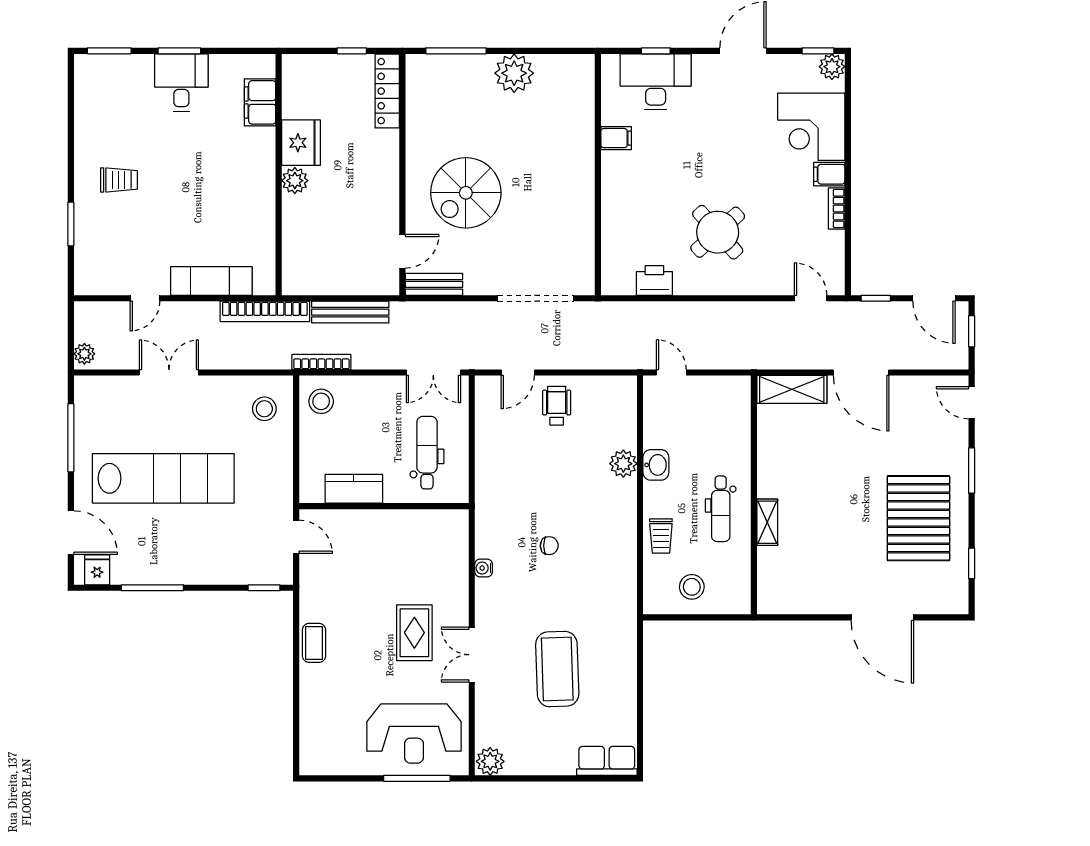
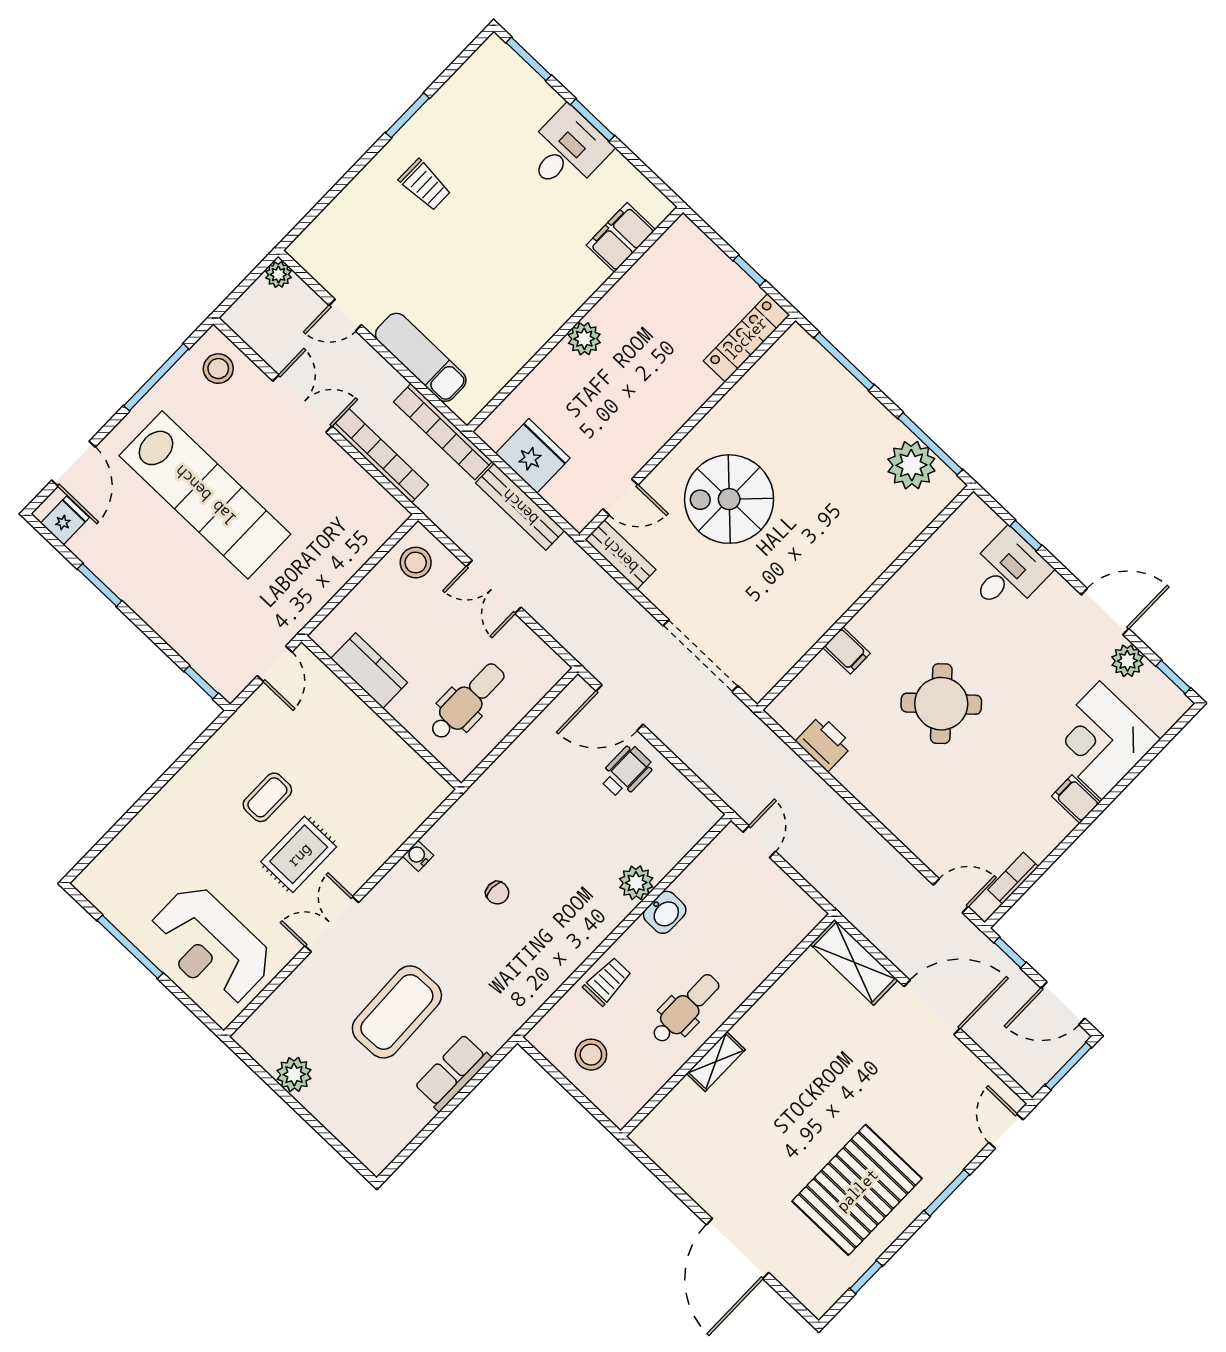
window: (551, 51) -> (930, 444), added
plant: (832, 67) -> (1127, 661), moved
plant: (514, 73) -> (911, 465), moved
desk: (656, 82) -> (1007, 572), width x0.73
filing cabinet: (616, 138) -> (847, 650), moved
fridge: (301, 143) -> (533, 456), moved, turned -90
bookcase: (837, 209) -> (1013, 878), moved
window: (71, 224) -> (407, 115), moved
round table: (718, 232) -> (941, 704), moved
door: (811, 298) -> (951, 896), hinge flipped
door: (934, 298) -> (1063, 1003), hinge flipped
window: (972, 331) -> (1068, 1066), width x1.50
plant: (84, 354) -> (278, 274), moved
bookcase: (321, 362) -> (380, 456), moved, width x1.48, depth x1.31
double door: (433, 372) -> (494, 587), moved
door: (518, 372) -> (620, 708), width x1.38
door: (861, 372) -> (932, 1007), swing flipped
stool: (264, 409) -> (218, 369), moved
dental chair: (721, 509) -> (685, 1009), turned 180
trolley: (661, 536) -> (607, 981), turned 180
window: (152, 588) -> (100, 585), width x0.69
coffee table: (314, 643) -> (267, 797), moved
plant: (490, 761) -> (294, 1074), moved
row of seats: (607, 761) -> (453, 1073), moved, turned -90
window: (417, 778) -> (130, 947), moved

